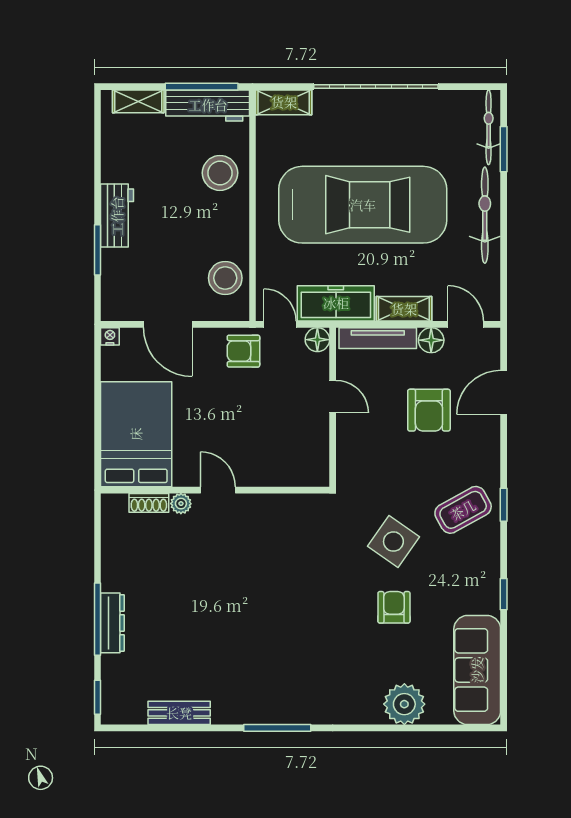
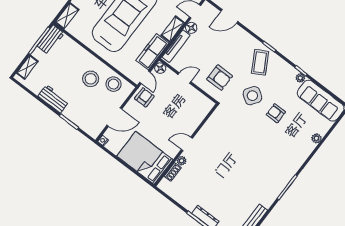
workbench: (208, 105) -> (51, 40), width x0.73
stool: (220, 173) -> (91, 79), moved
workbench: (117, 216) -> (53, 99), moved
door: (280, 324) -> (145, 77), swing flipped
armchair: (243, 351) -> (144, 97), turned 180
door: (504, 392) -> (229, 16), hinge flipped
armchair: (429, 410) -> (220, 78), moved
plant: (490, 603) -> (300, 78), added
plant: (404, 704) -> (316, 138), width x0.53, depth x0.53

